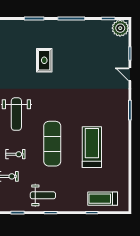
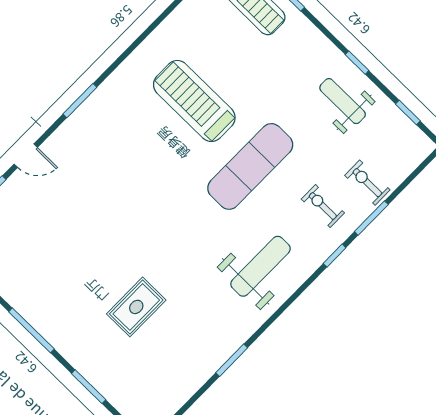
door: (130, 74) -> (26, 156), hinge flipped
treadmill: (92, 147) -> (194, 101), turned 90

